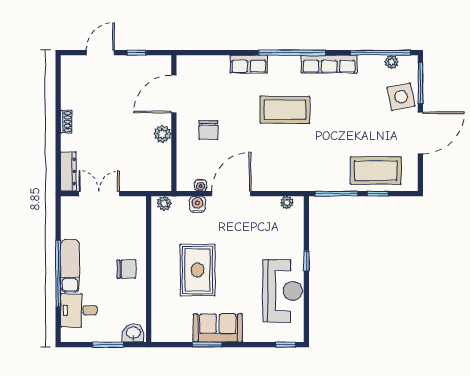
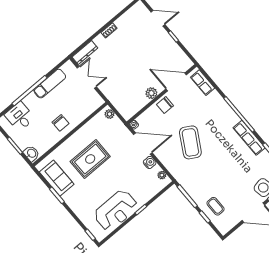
row of seats: (249, 64) -> (203, 83), moved
door: (174, 94) -> (176, 82), moved
coffee table: (285, 110) -> (190, 142), moved, turned 30
wall: (174, 123) -> (162, 94), moved
plant: (163, 134) -> (151, 93), moved
coffee table: (376, 171) -> (216, 206), width x0.54, depth x0.58
water cooler: (197, 204) -> (150, 162), moved
exam couch: (70, 266) -> (50, 84), moved
sofa: (218, 328) -> (57, 178), moved

